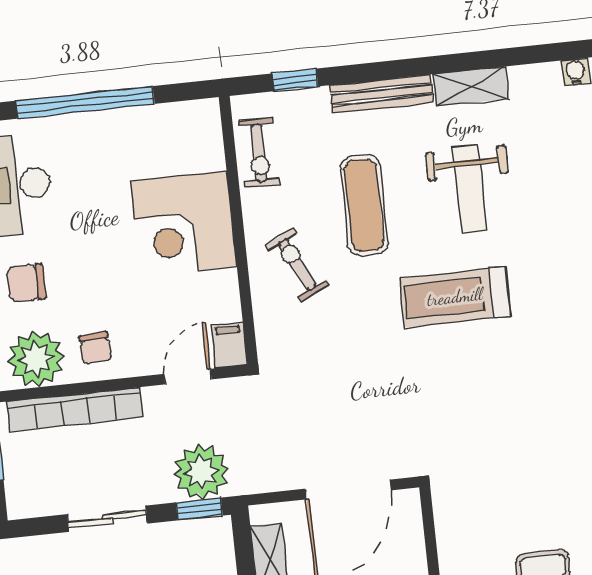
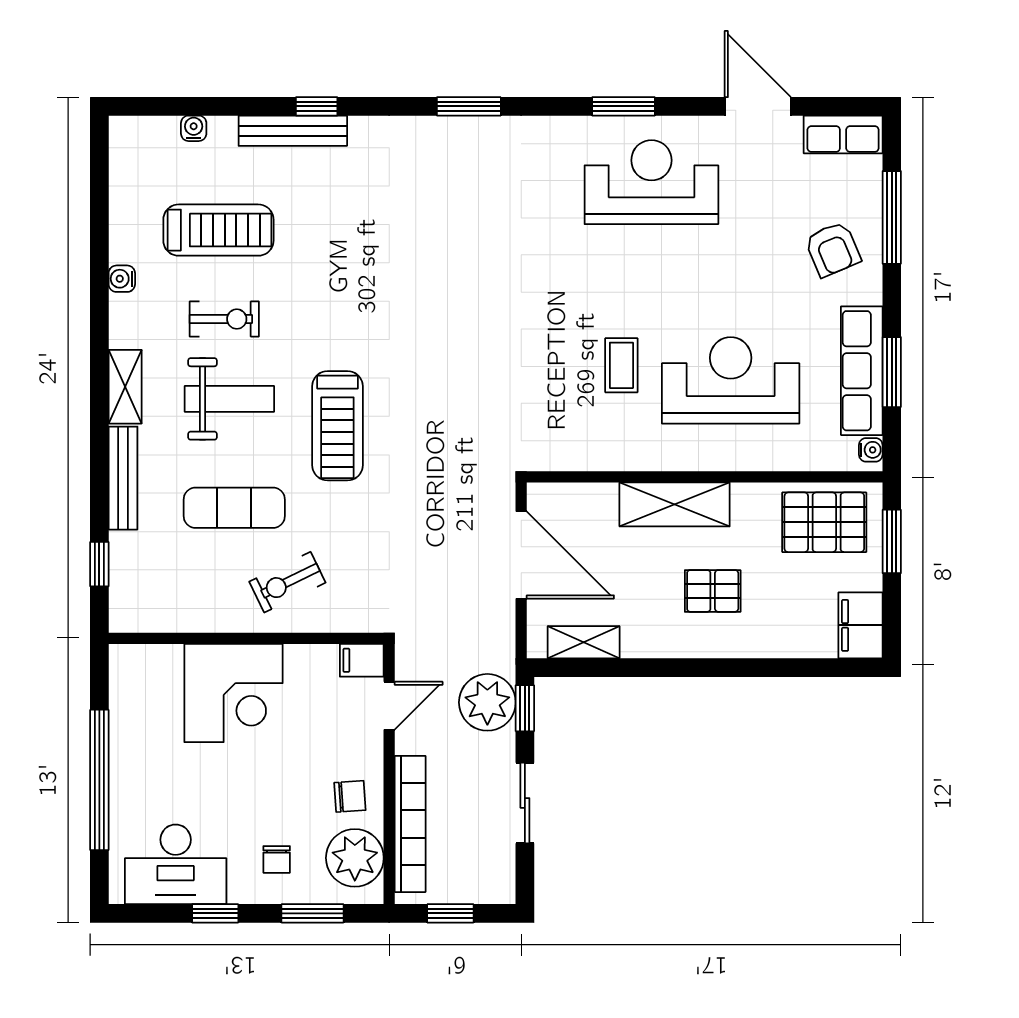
exercise bike: (259, 153) -> (224, 319), moved
chair: (26, 283) -> (277, 859), width x0.73, depth x0.73
door: (188, 377) -> (389, 706), swing flipped

